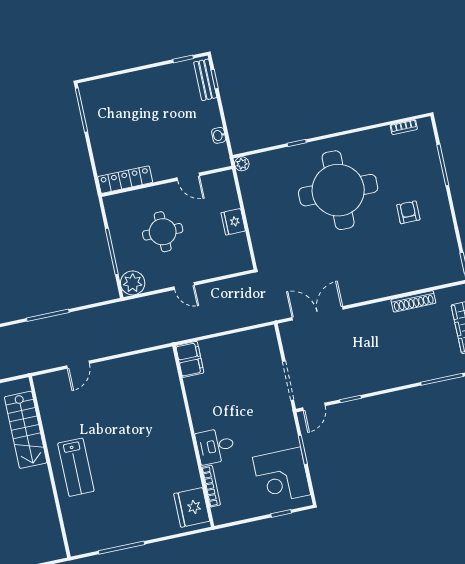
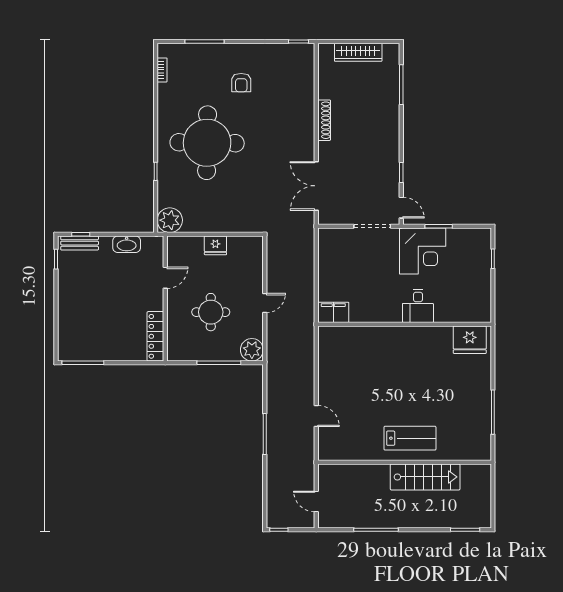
washbasin: (219, 135) -> (127, 244), width x1.91, depth x1.45
plant: (242, 164) -> (170, 220), width x1.88, depth x1.88
armchair: (408, 212) -> (241, 83), turned -90
shoe rack: (413, 301) -> (324, 120), moved
stairs: (26, 430) -> (425, 477), moved
corner desk: (282, 476) -> (423, 251), moved
bookcase: (211, 486) -> (454, 318), removed

